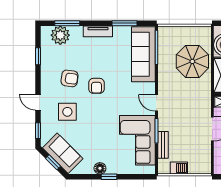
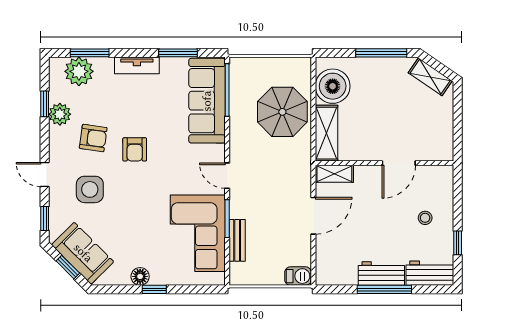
plant: (48, 63) -> (60, 114), added
barbecue: (179, 168) -> (298, 276), moved

